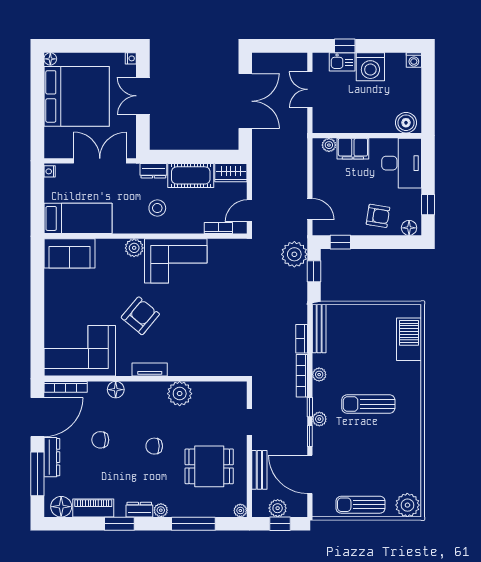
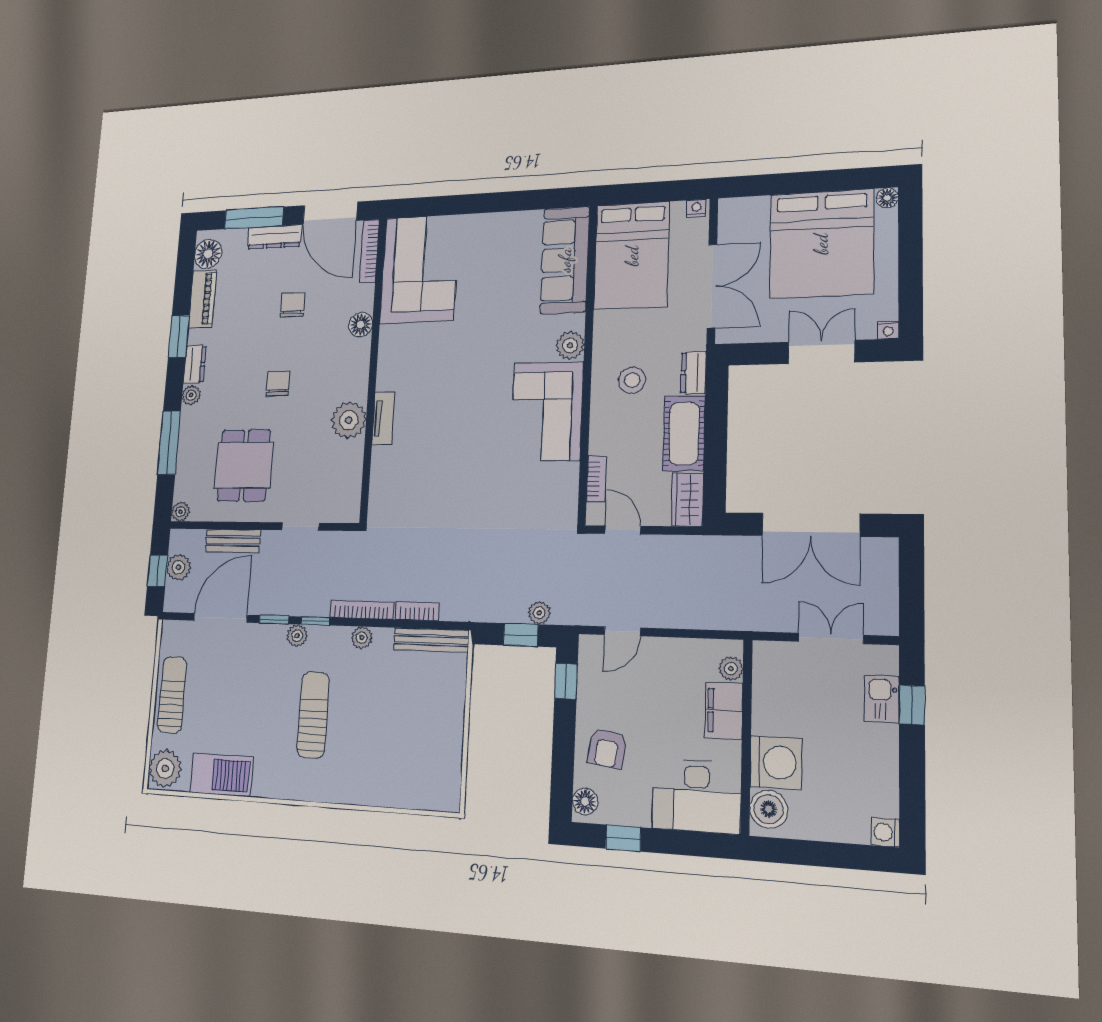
washing machine: (370, 67) -> (776, 762), moved, turned 180
bed: (78, 218) -> (632, 256), width x1.50
sofa: (69, 253) -> (565, 260), width x1.36
plant: (294, 254) -> (539, 613), width x0.53, depth x0.53
armchair: (140, 316) -> (466, 358), removed
barbecue: (409, 339) -> (222, 775), moved
tv unit: (150, 370) -> (383, 418), moved

